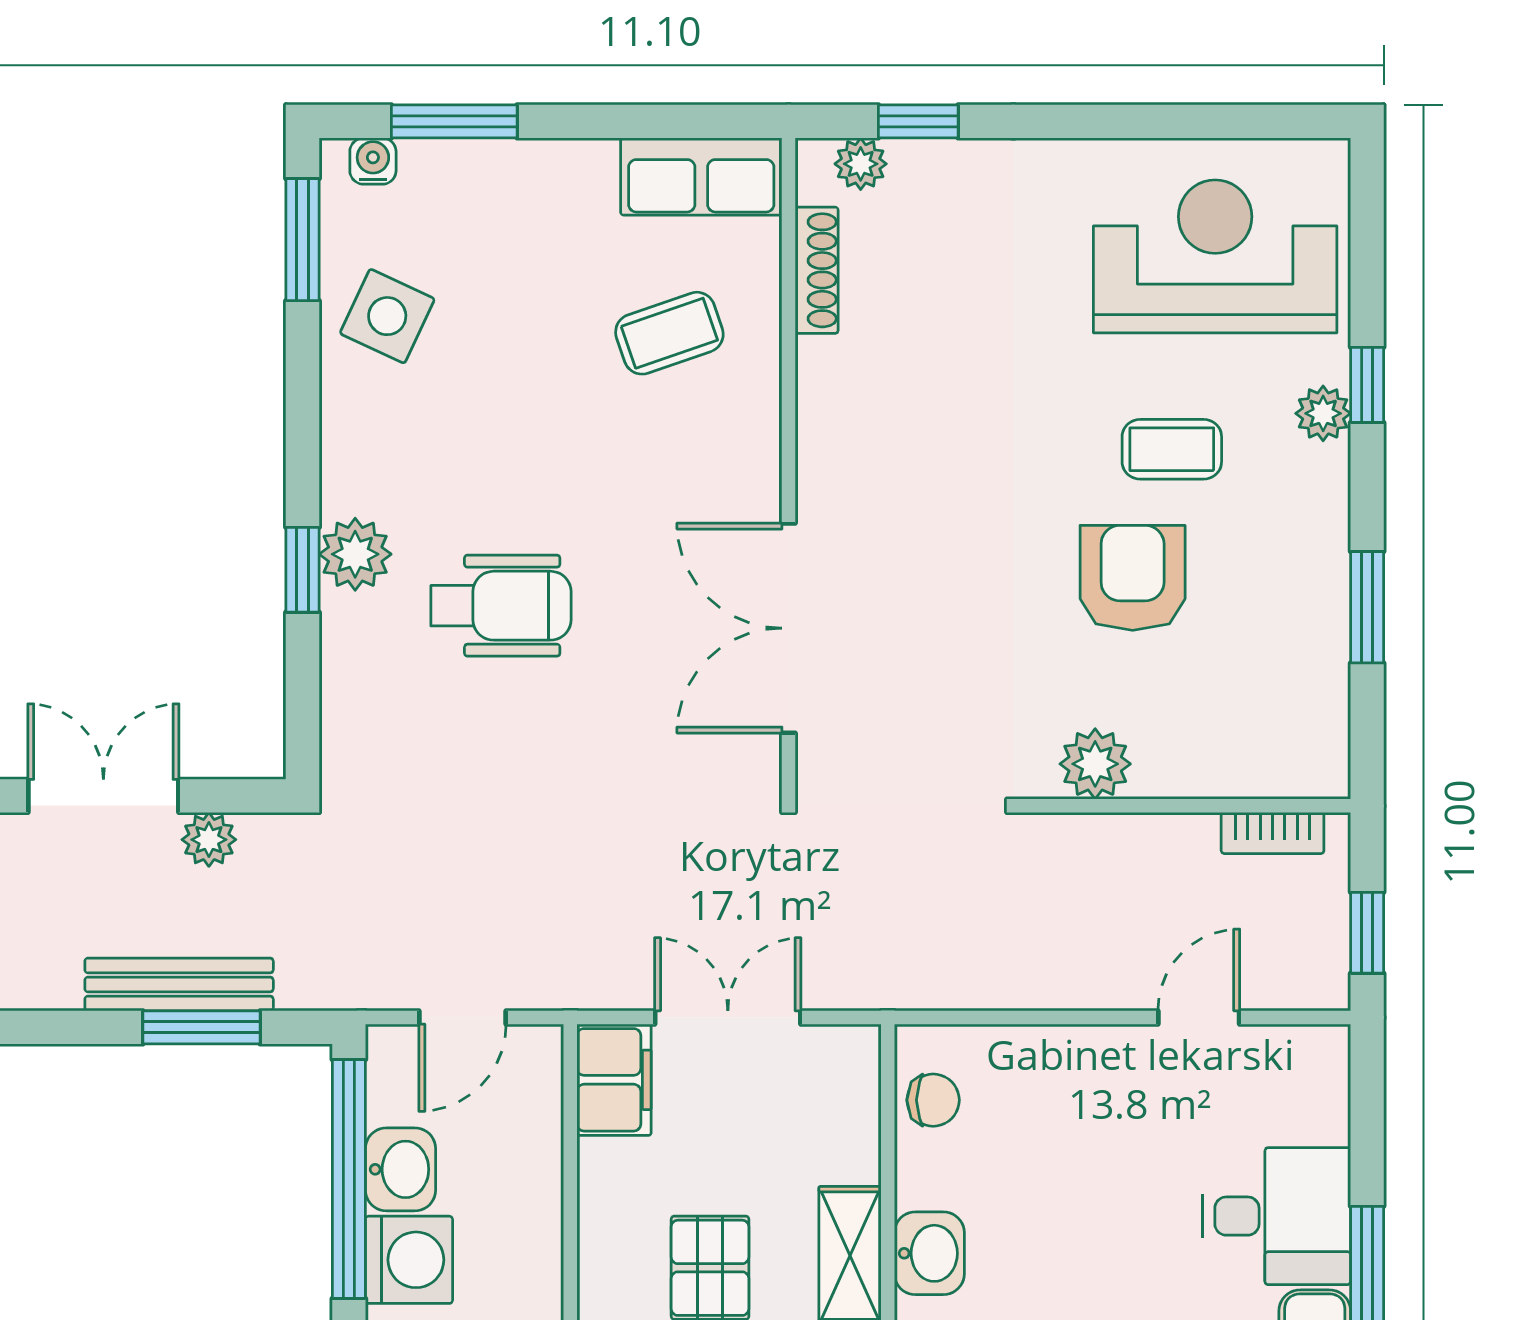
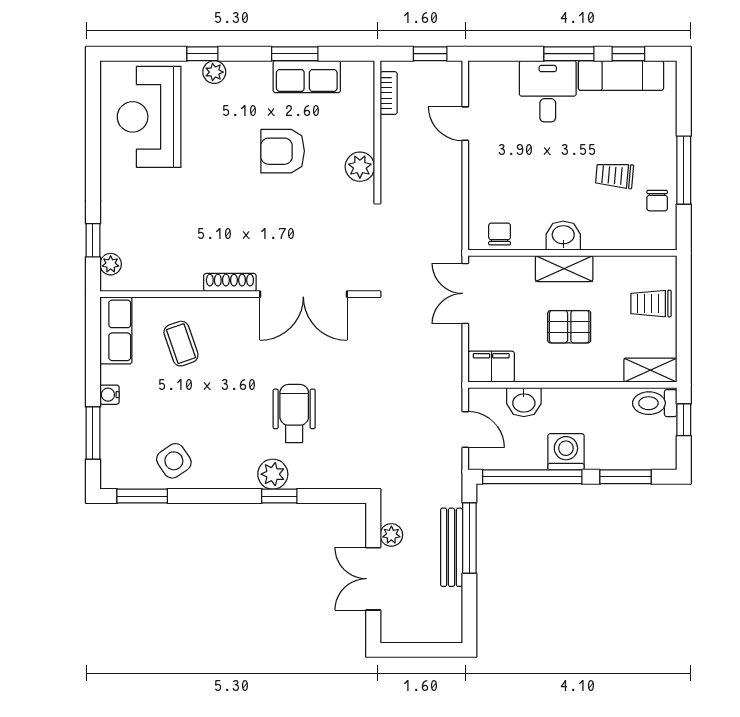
water cooler: (373, 161) -> (109, 395), moved
shoe rack: (817, 270) -> (230, 282), moved
side table: (387, 316) -> (174, 461), turned 31
coffee table: (1172, 449) -> (229, 135), removed
row of seats: (1312, 636) -> (307, 77), added
double door: (728, 1017) -> (465, 293), moved
window: (202, 1027) -> (469, 538), width x1.44
washbasin: (401, 1169) -> (524, 402), moved, turned 180

